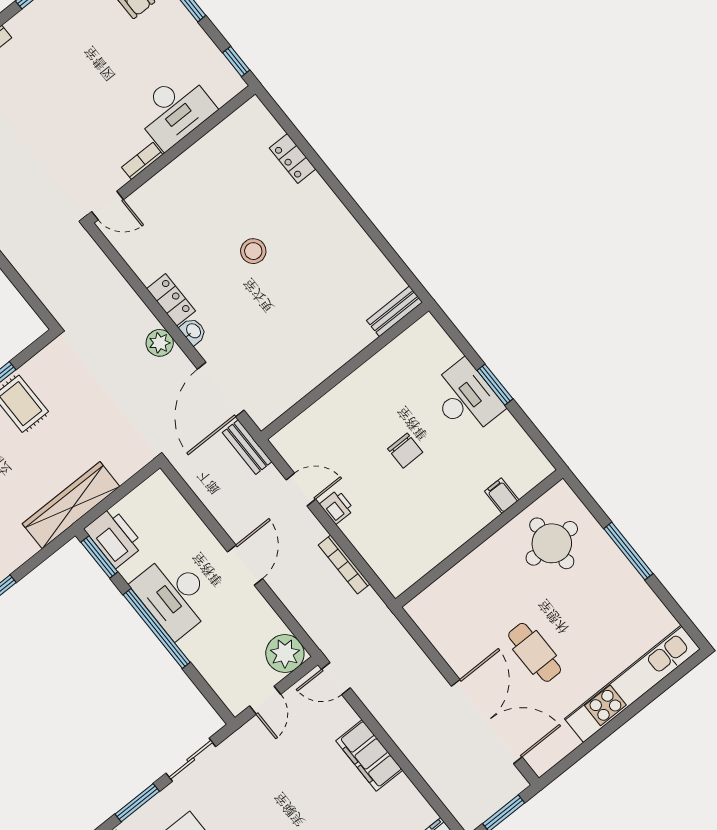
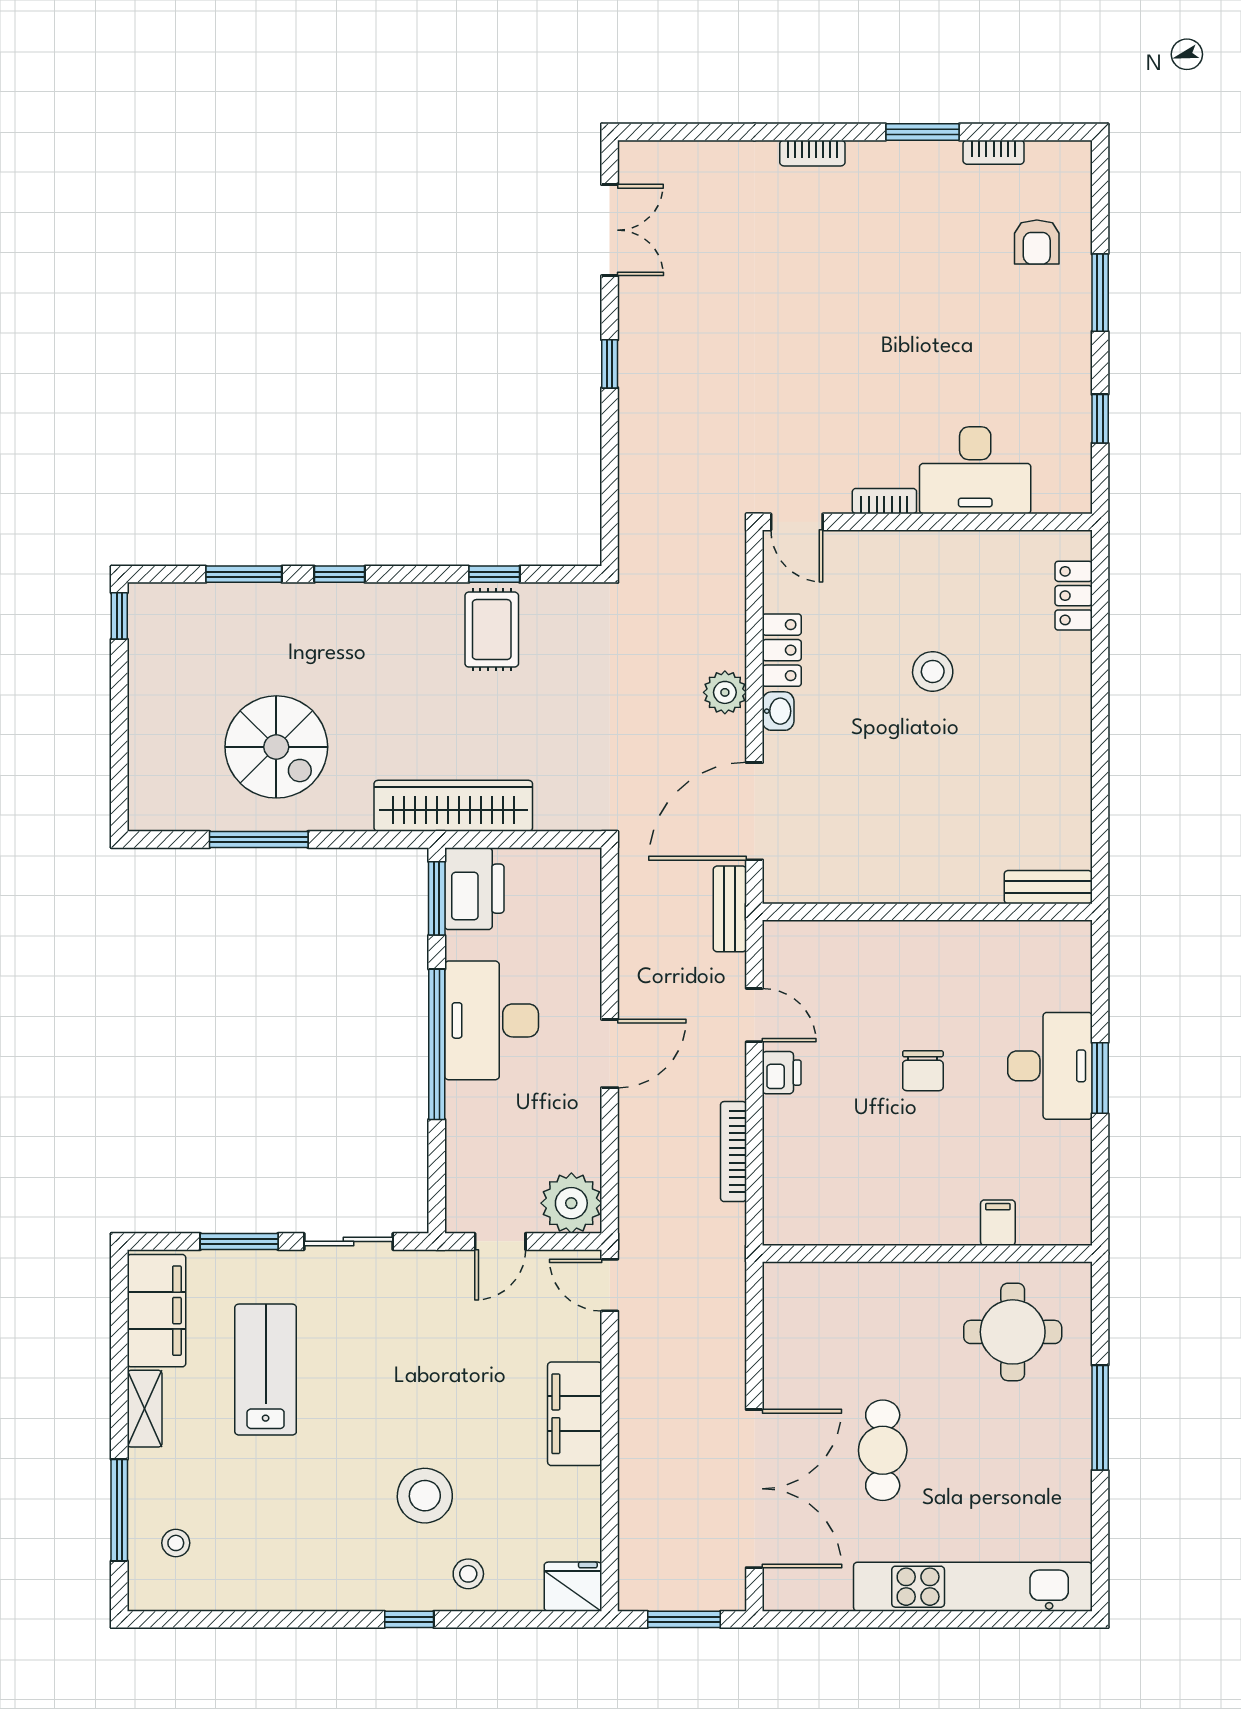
desk: (175, 110) -> (975, 470), moved
wall: (171, 154) -> (927, 522), moved
bookcase: (142, 161) -> (884, 501), moved
door: (107, 206) -> (797, 522), moved

